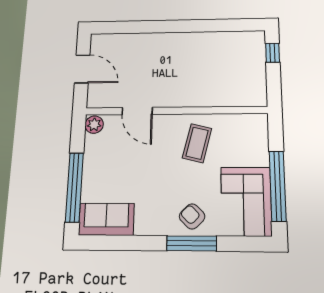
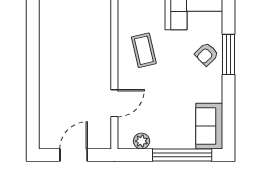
plant: (94, 125) -> (141, 141), moved
coffee table: (197, 143) -> (144, 50), turned 63

